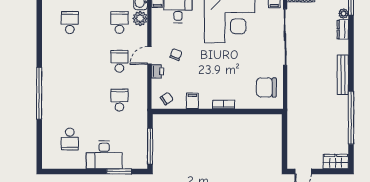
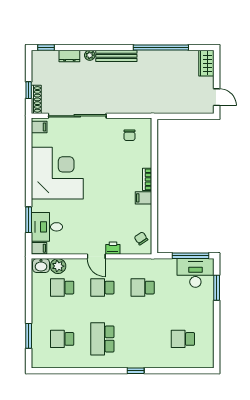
plant: (343, 14) -> (90, 55), moved
chair: (176, 54) -> (95, 229), removed
school desk: (70, 61) -> (102, 339), added
chair: (266, 87) -> (129, 135), width x0.54, depth x0.54
window: (39, 93) -> (136, 371), width x0.32
filing cabinet: (192, 101) -> (143, 198), moved
school desk: (70, 139) -> (183, 339), turned 180
desk: (104, 155) -> (195, 273), moved, turned -90

